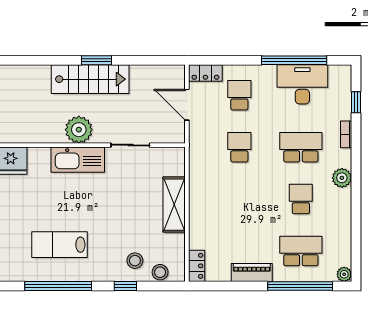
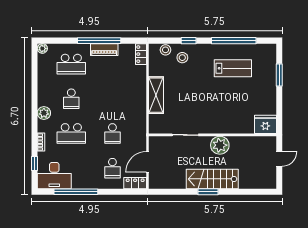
desk: (302, 84) -> (54, 176), moved
door: (187, 105) -> (148, 162), swing flipped
kitchen sink: (78, 160) -> (220, 125), removed
window: (300, 286) -> (99, 41), moved

